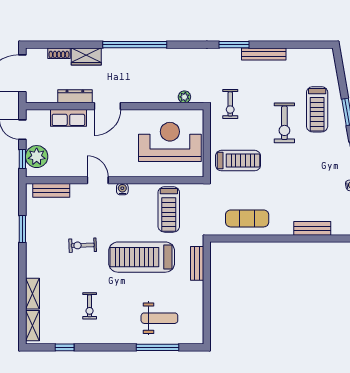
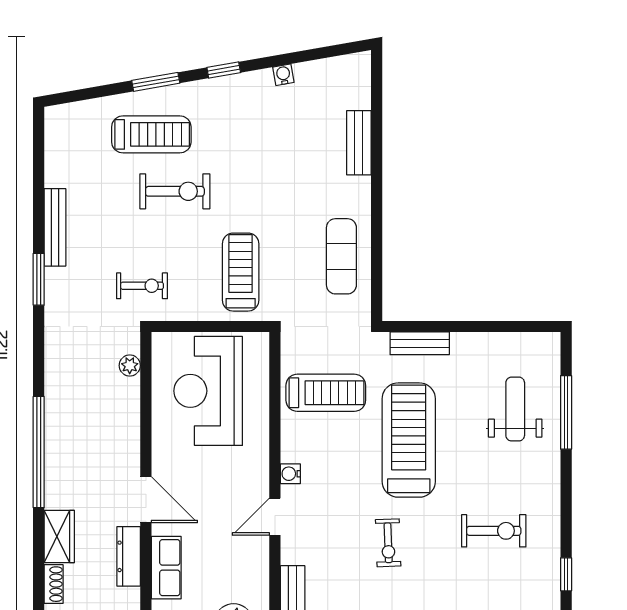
treadmill: (142, 257) -> (409, 440), turned 180
exercise bike: (90, 306) -> (494, 531), width x1.38, depth x1.39

